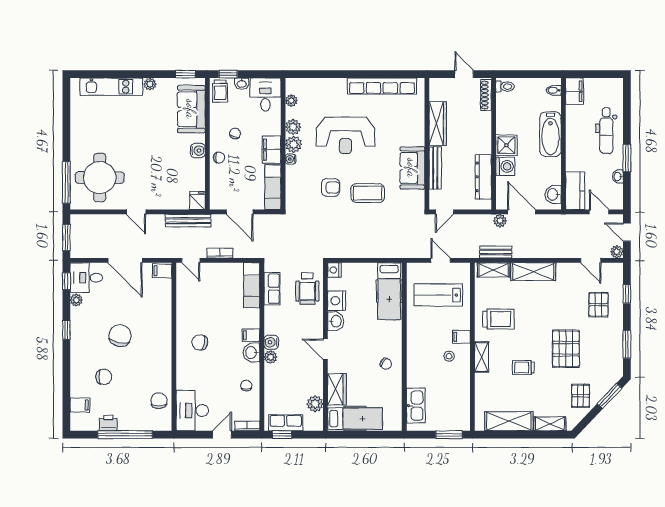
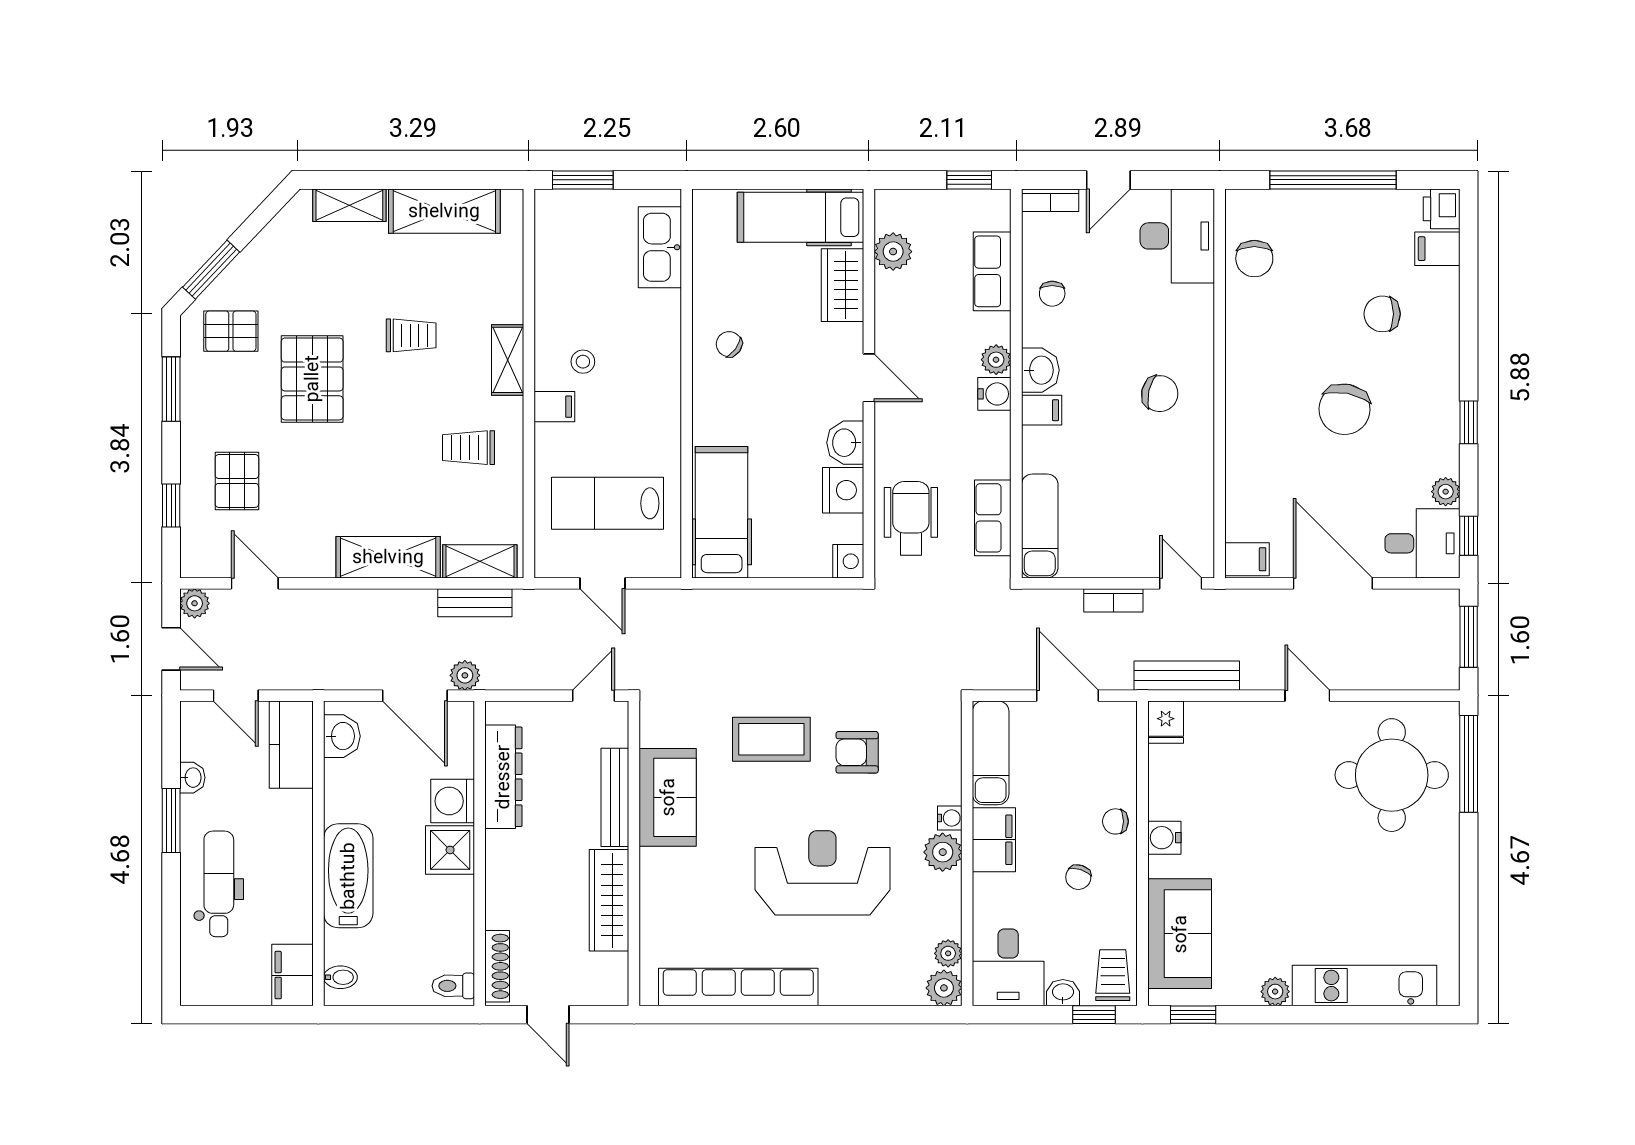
plant: (293, 127) -> (944, 988), moved
lab bench: (438, 295) -> (607, 503), turned 180
trolley: (498, 319) -> (468, 448), width x0.73, depth x0.72
pallet: (581, 396) -> (231, 331), moved, turned 90
printer: (108, 423) -> (1442, 209), moved, turned 90
row of seats: (286, 423) -> (992, 271), moved, turned 90

